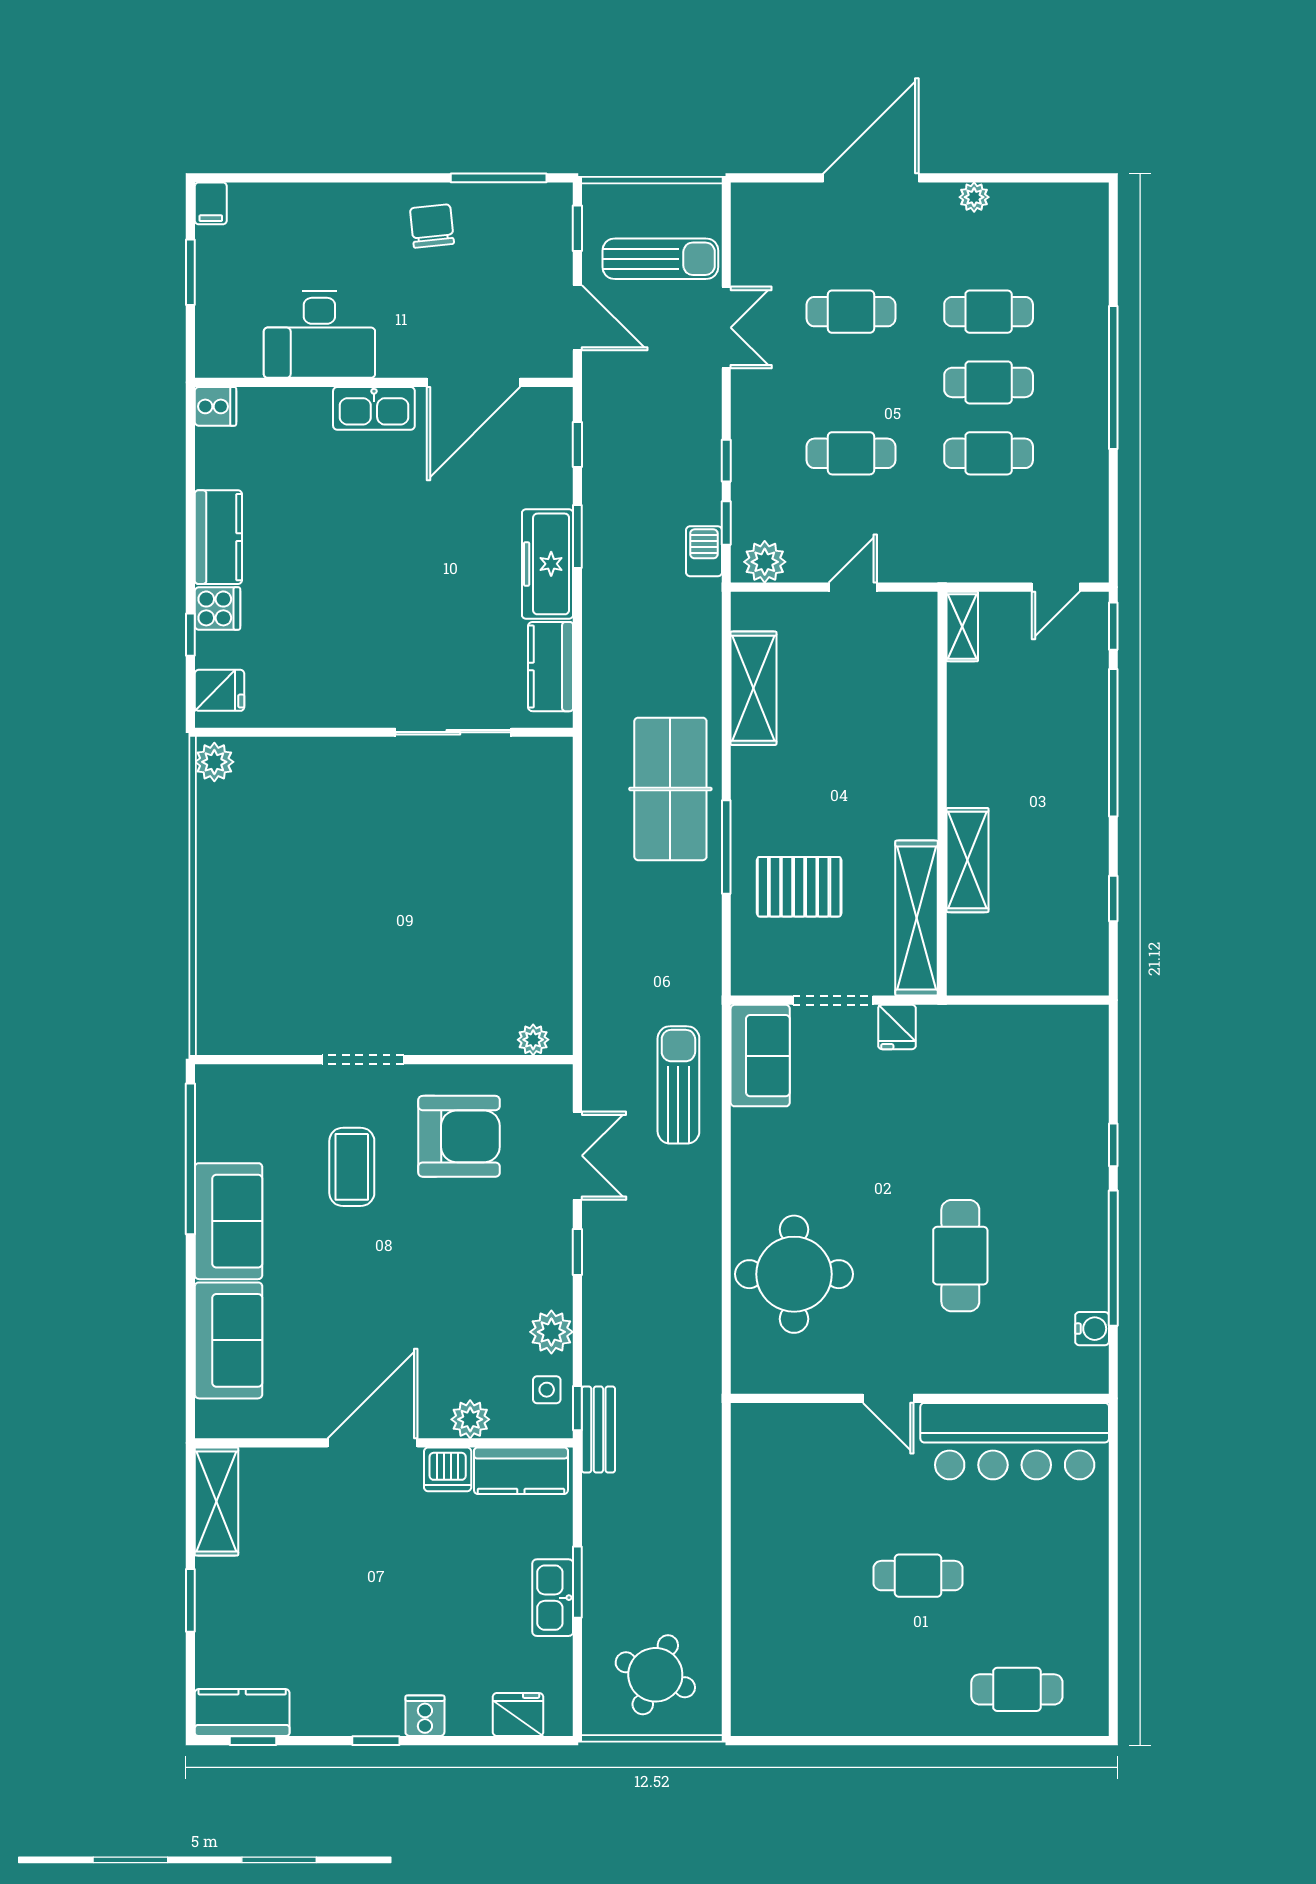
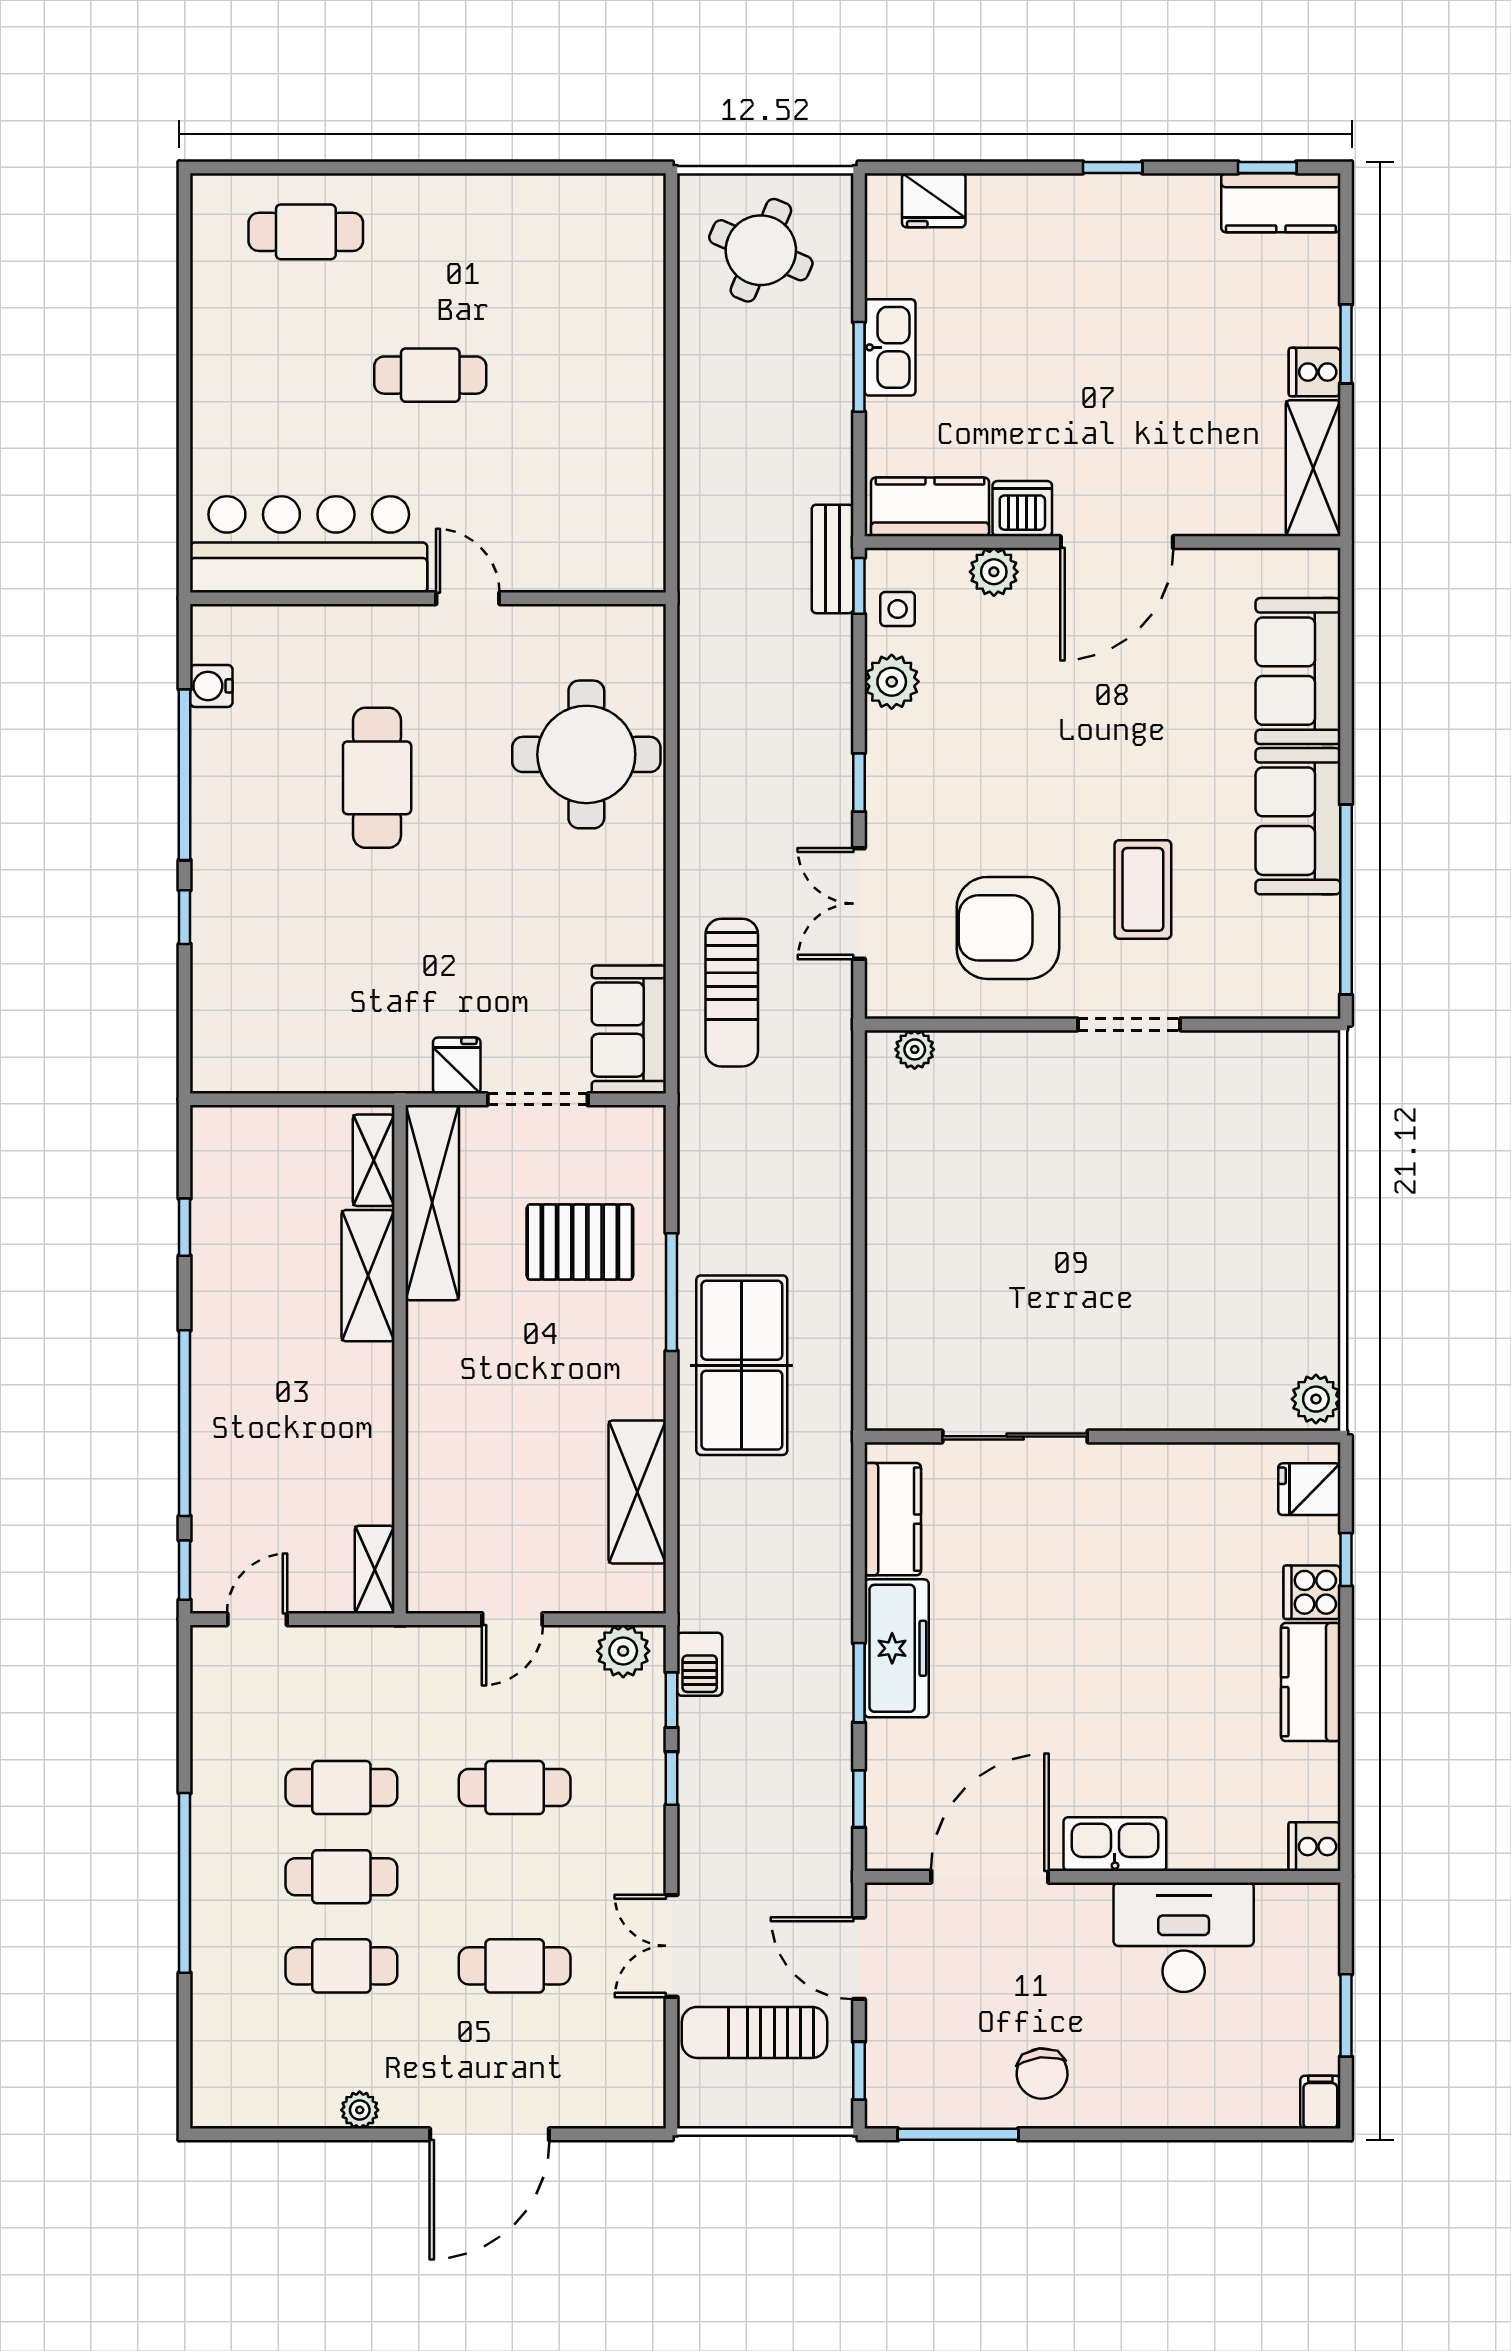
shelving: (963, 952) -> (374, 1160), added
cooker: (425, 1716) -> (1315, 372), moved, turned 90

